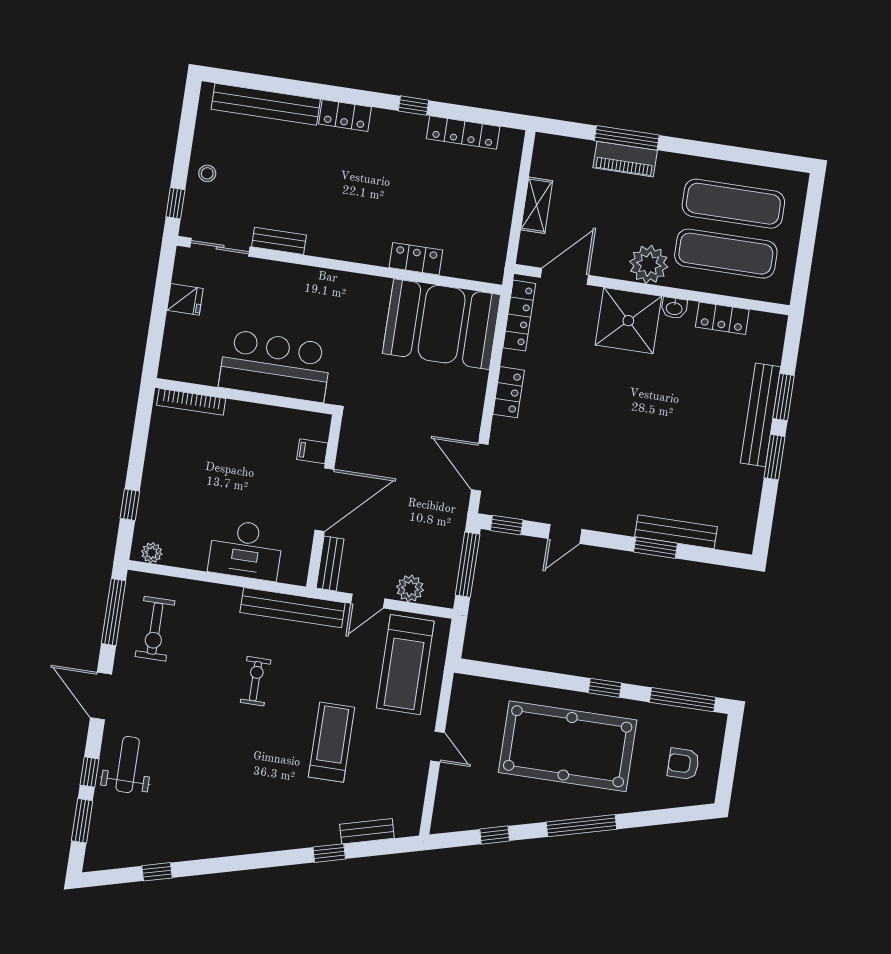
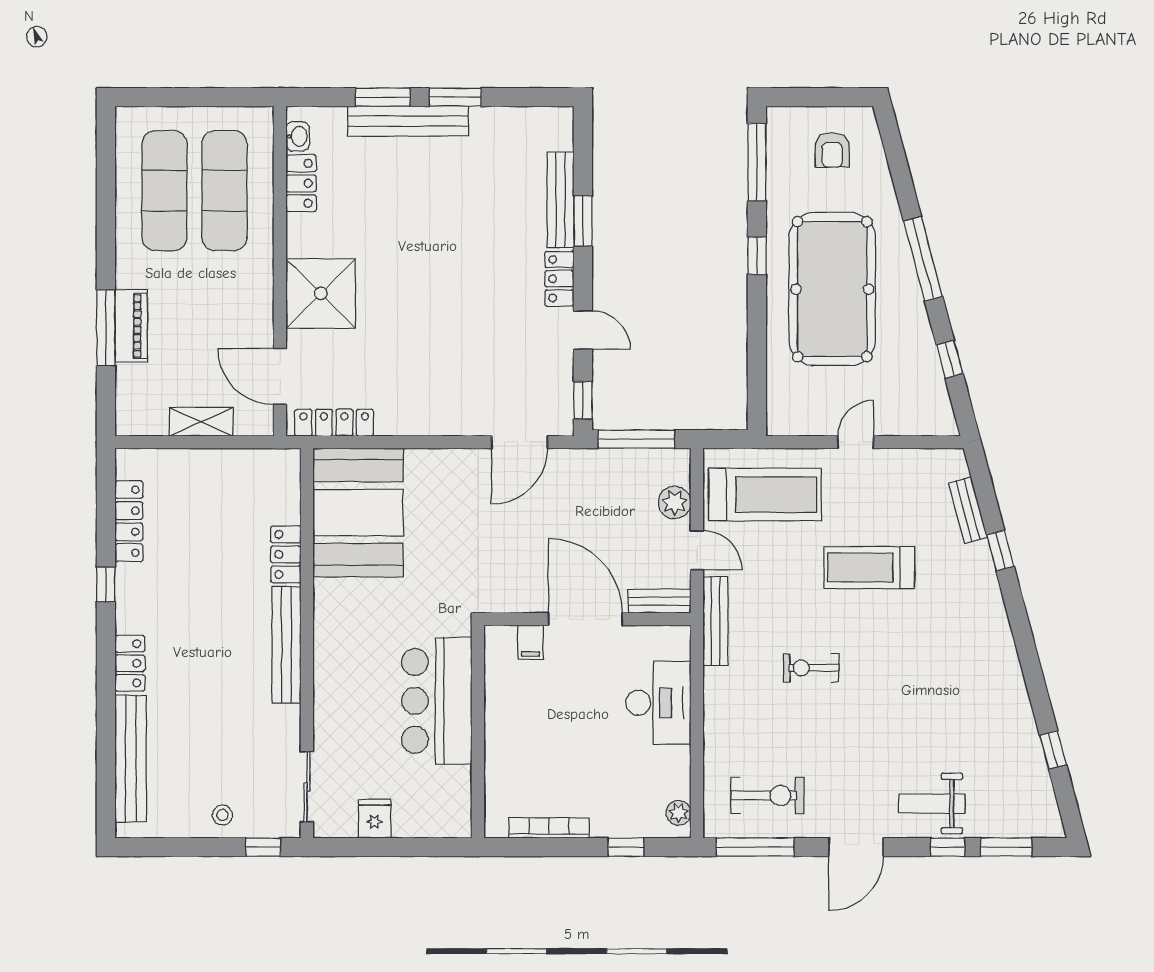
bench: (279, 241) -> (286, 645), moved, width x1.86, depth x1.21
plant: (649, 264) -> (251, 279), removed
washbasin: (674, 308) -> (298, 136), moved
locker: (509, 392) -> (559, 279), moved, turned -90
bookcase: (191, 402) -> (549, 828), moved, turned -90
bench: (293, 608) -> (715, 621), width x0.73, depth x0.82

